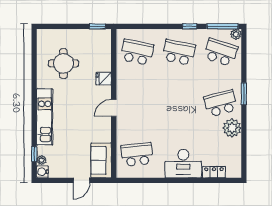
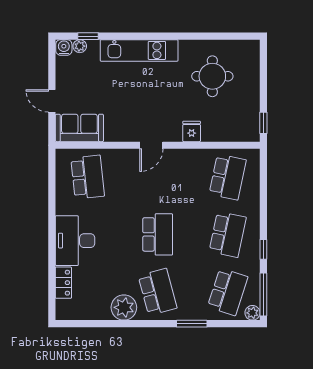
window: (244, 94) -> (192, 324), moved
school desk: (179, 103) -> (158, 234), added
door: (114, 108) -> (151, 145), swing flipped

